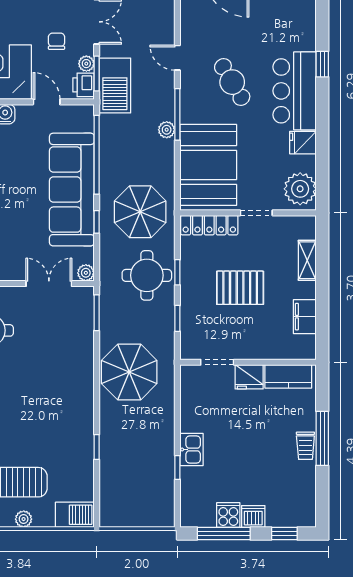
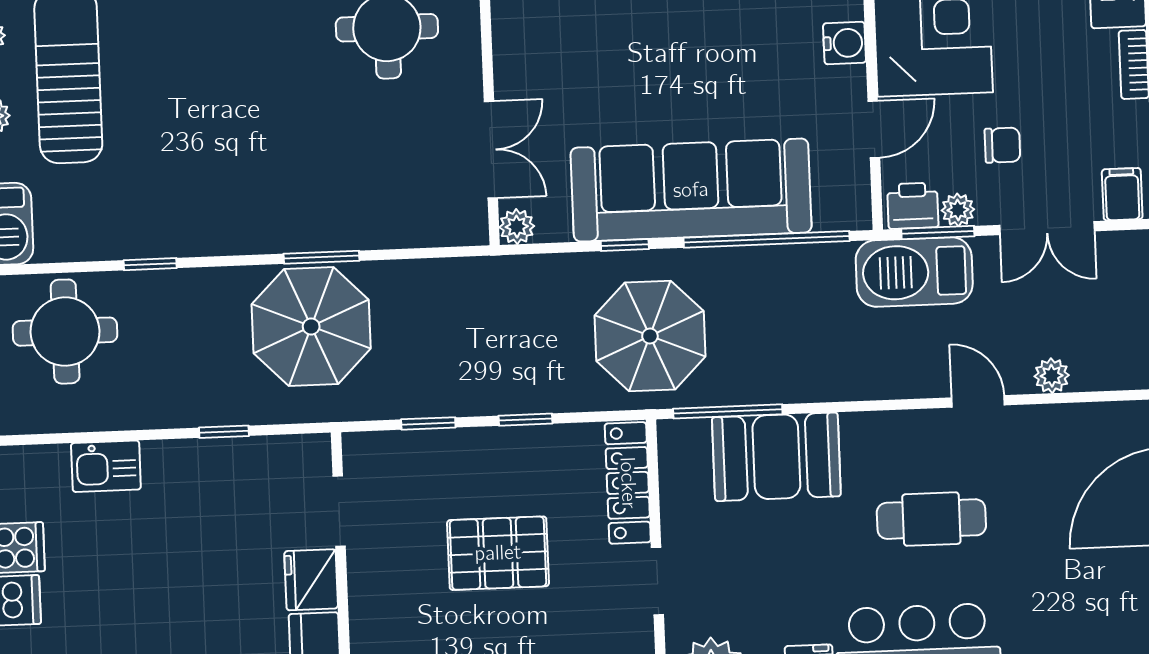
door: (177, 58) -> (978, 401), hinge flipped
cafe table: (232, 82) -> (931, 519), turned 31
window: (177, 114) -> (728, 411), moved
plant: (167, 130) -> (1052, 376), moved
booth: (208, 165) -> (776, 457), width x0.73, depth x0.70
round table: (147, 275) -> (65, 332), moved
pallet: (240, 288) -> (498, 553), turned 90
window: (97, 313) -> (321, 257), moved
kitchen sink: (191, 449) -> (106, 466), moved
window: (177, 468) -> (224, 432), moved

